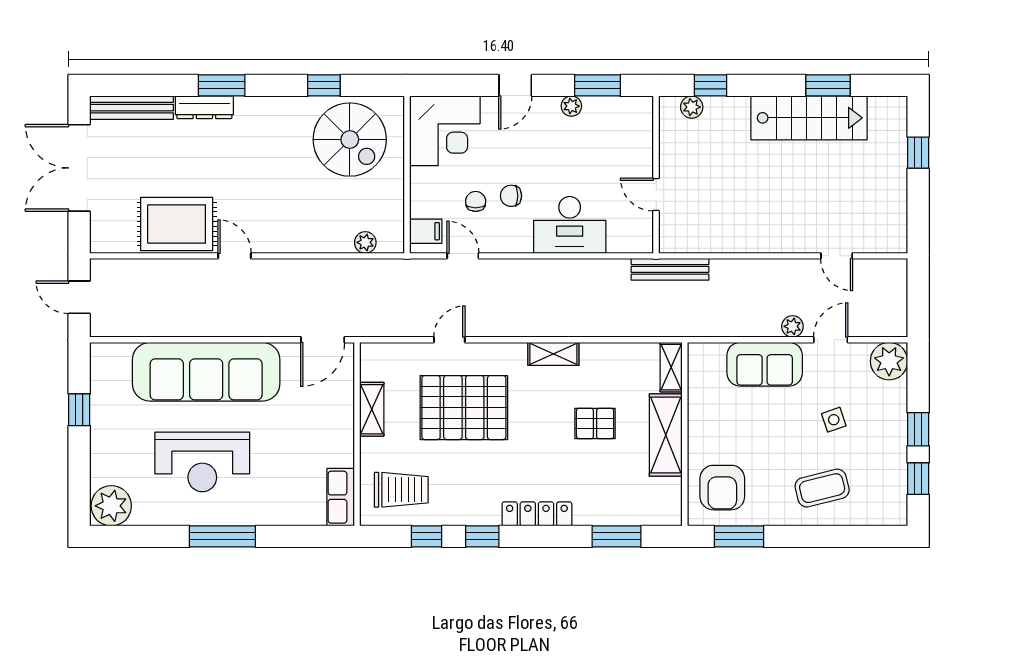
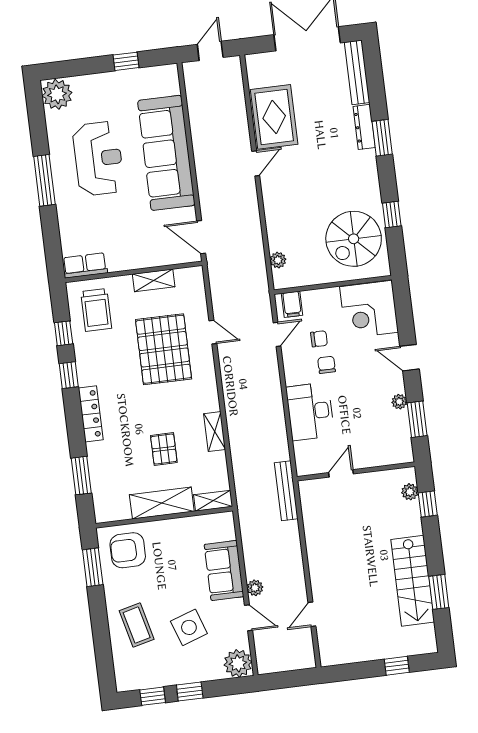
shelving: (553, 354) -> (215, 432), moved
side table: (834, 420) -> (189, 627), width x1.87, depth x1.87
reception desk: (202, 462) -> (98, 158), turned 180

